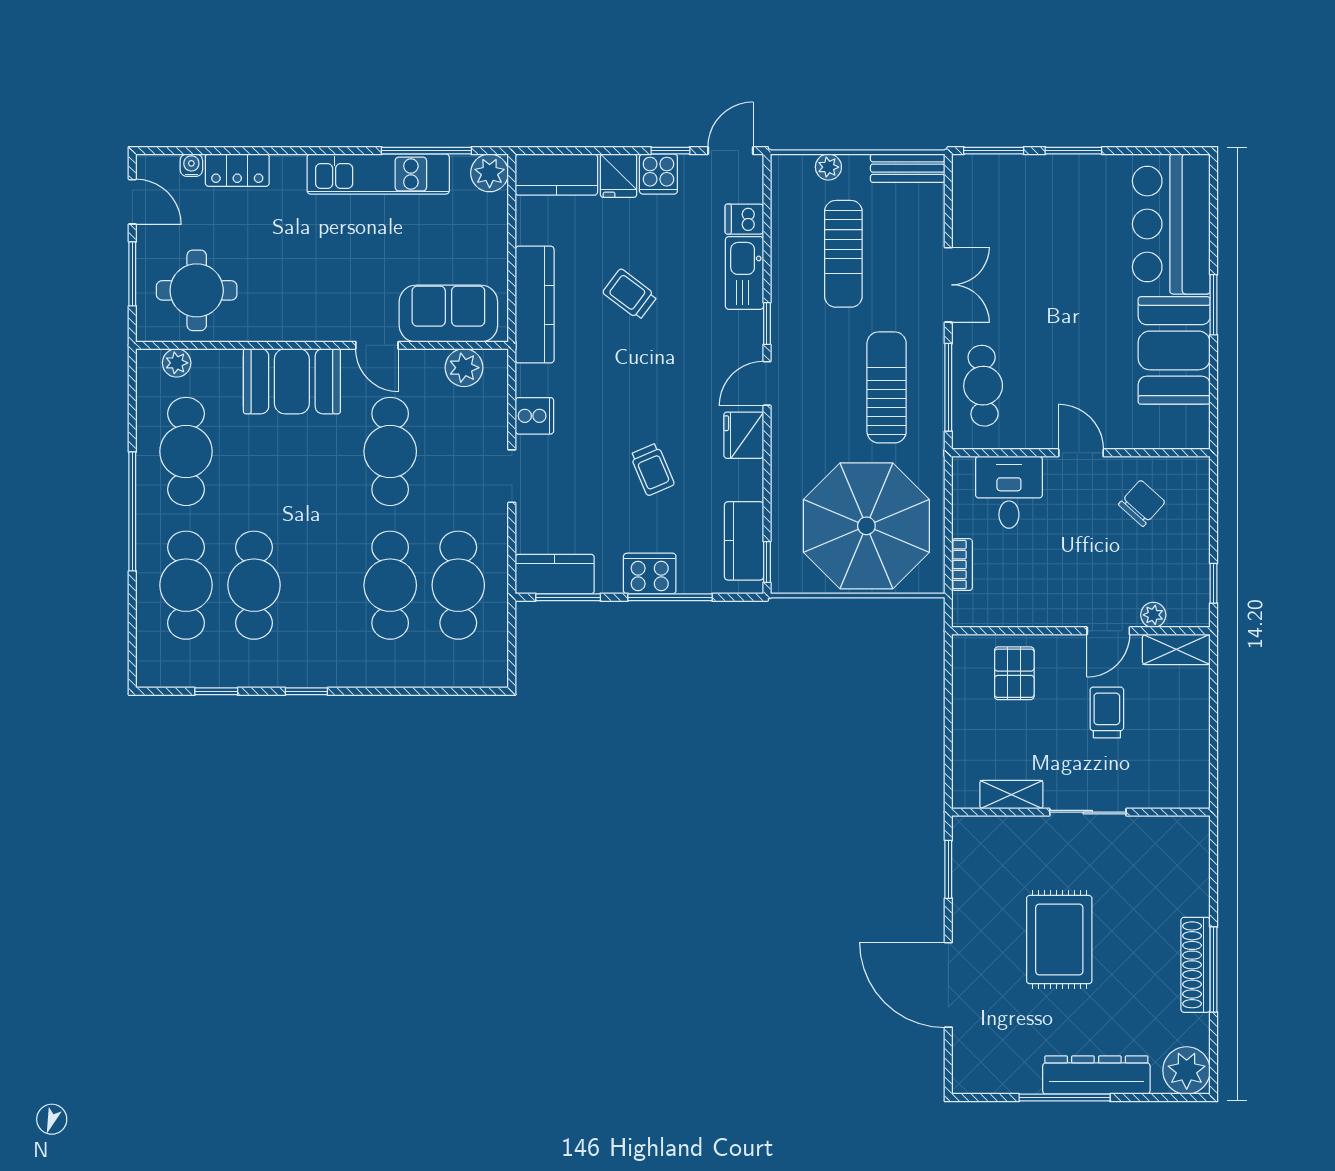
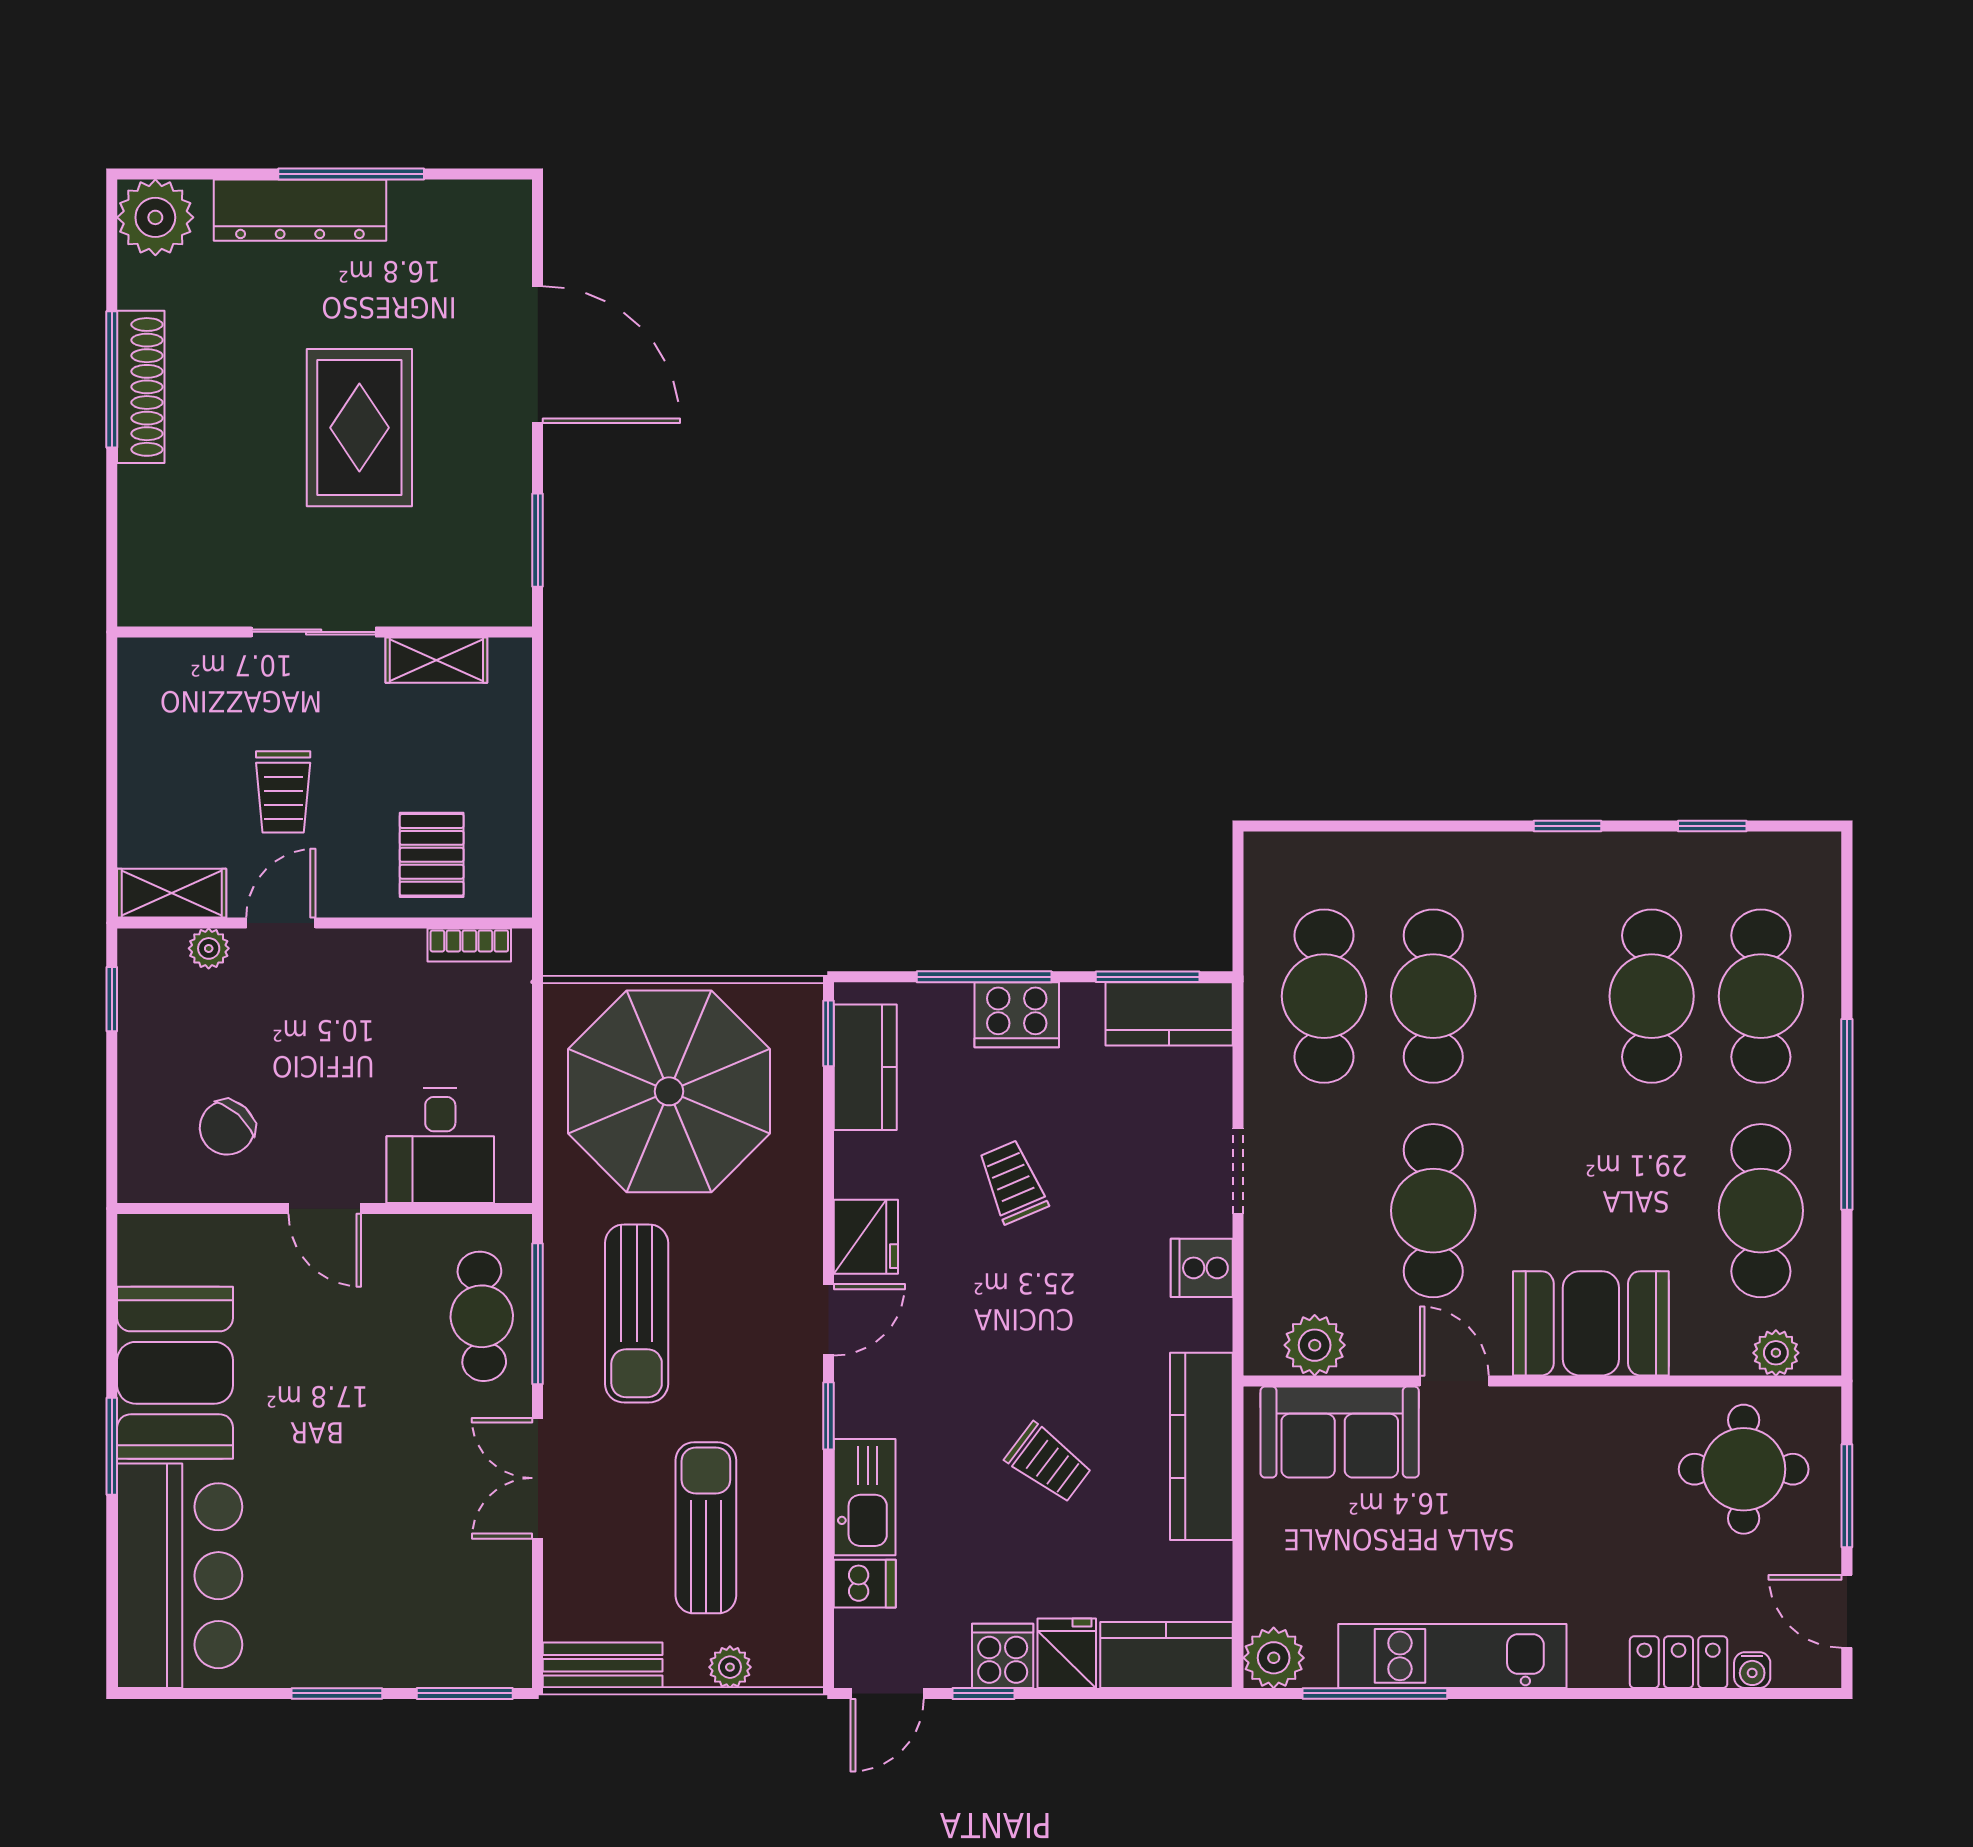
bookcase: (962, 565) -> (469, 945), moved, turned -90

